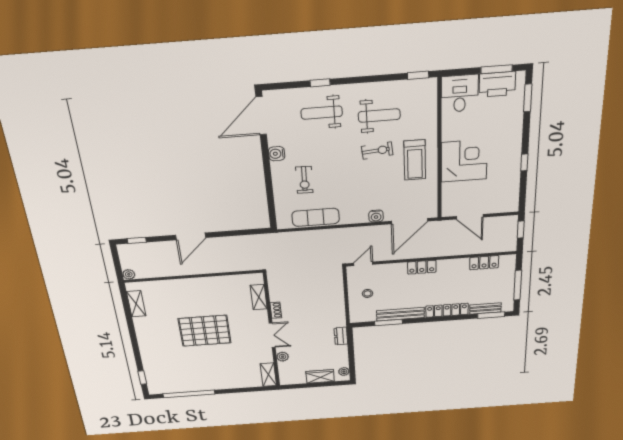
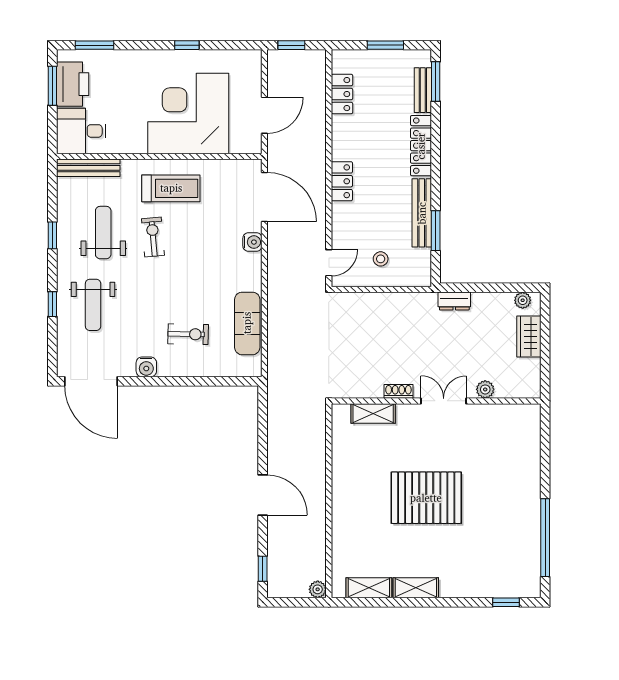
window: (418, 75) -> (52, 235), moved
bench: (430, 101) -> (88, 168), added
corner desk: (464, 161) -> (188, 114), width x1.36, depth x1.36
door: (363, 264) -> (329, 263), swing flipped
window: (518, 285) -> (385, 45), width x0.69
pallet: (205, 331) -> (426, 498), turned 90
shelving: (268, 375) -> (416, 588), moved

